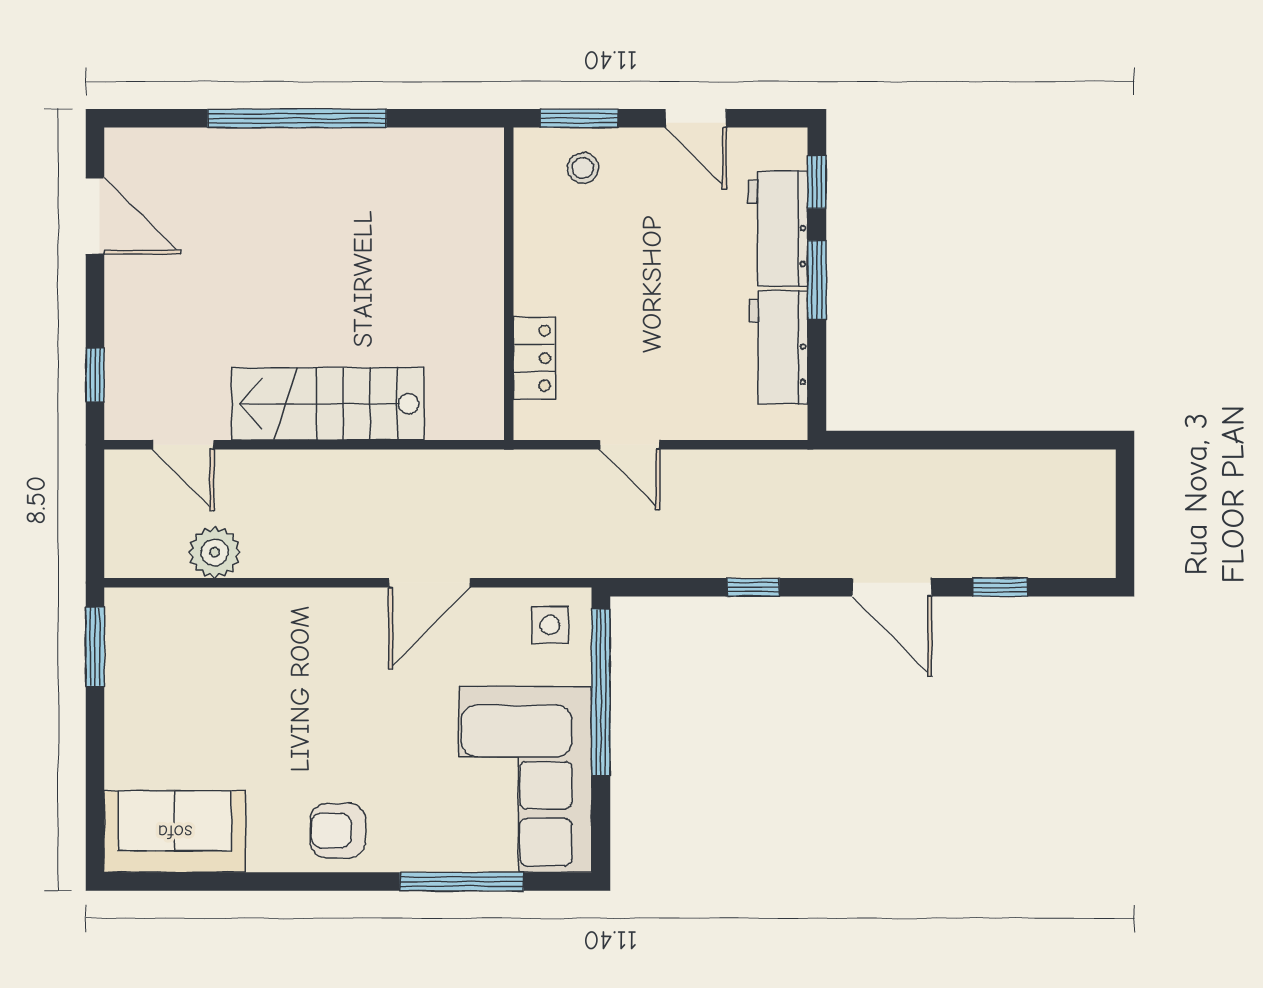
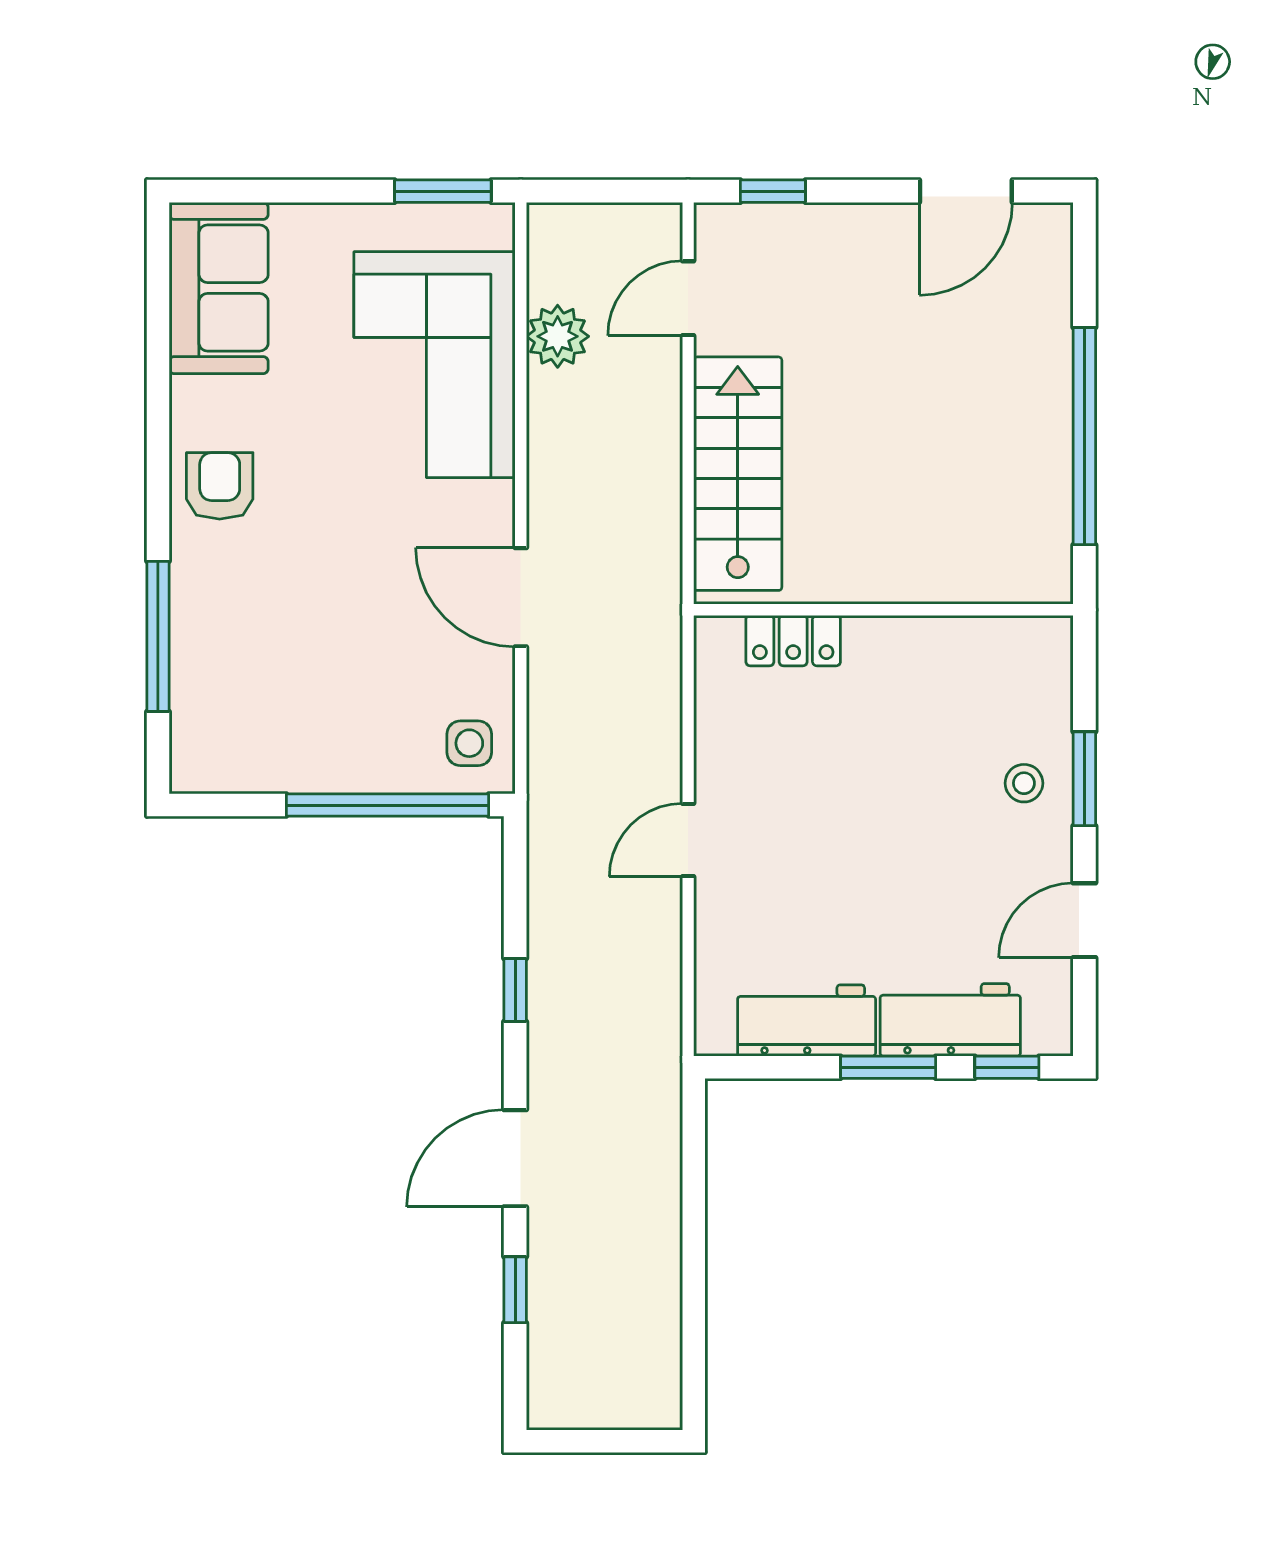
wall: (509, 284) -> (883, 610), moved
locker: (534, 358) -> (793, 641), moved
corner sofa: (525, 779) -> (435, 365), moved, turned -90

